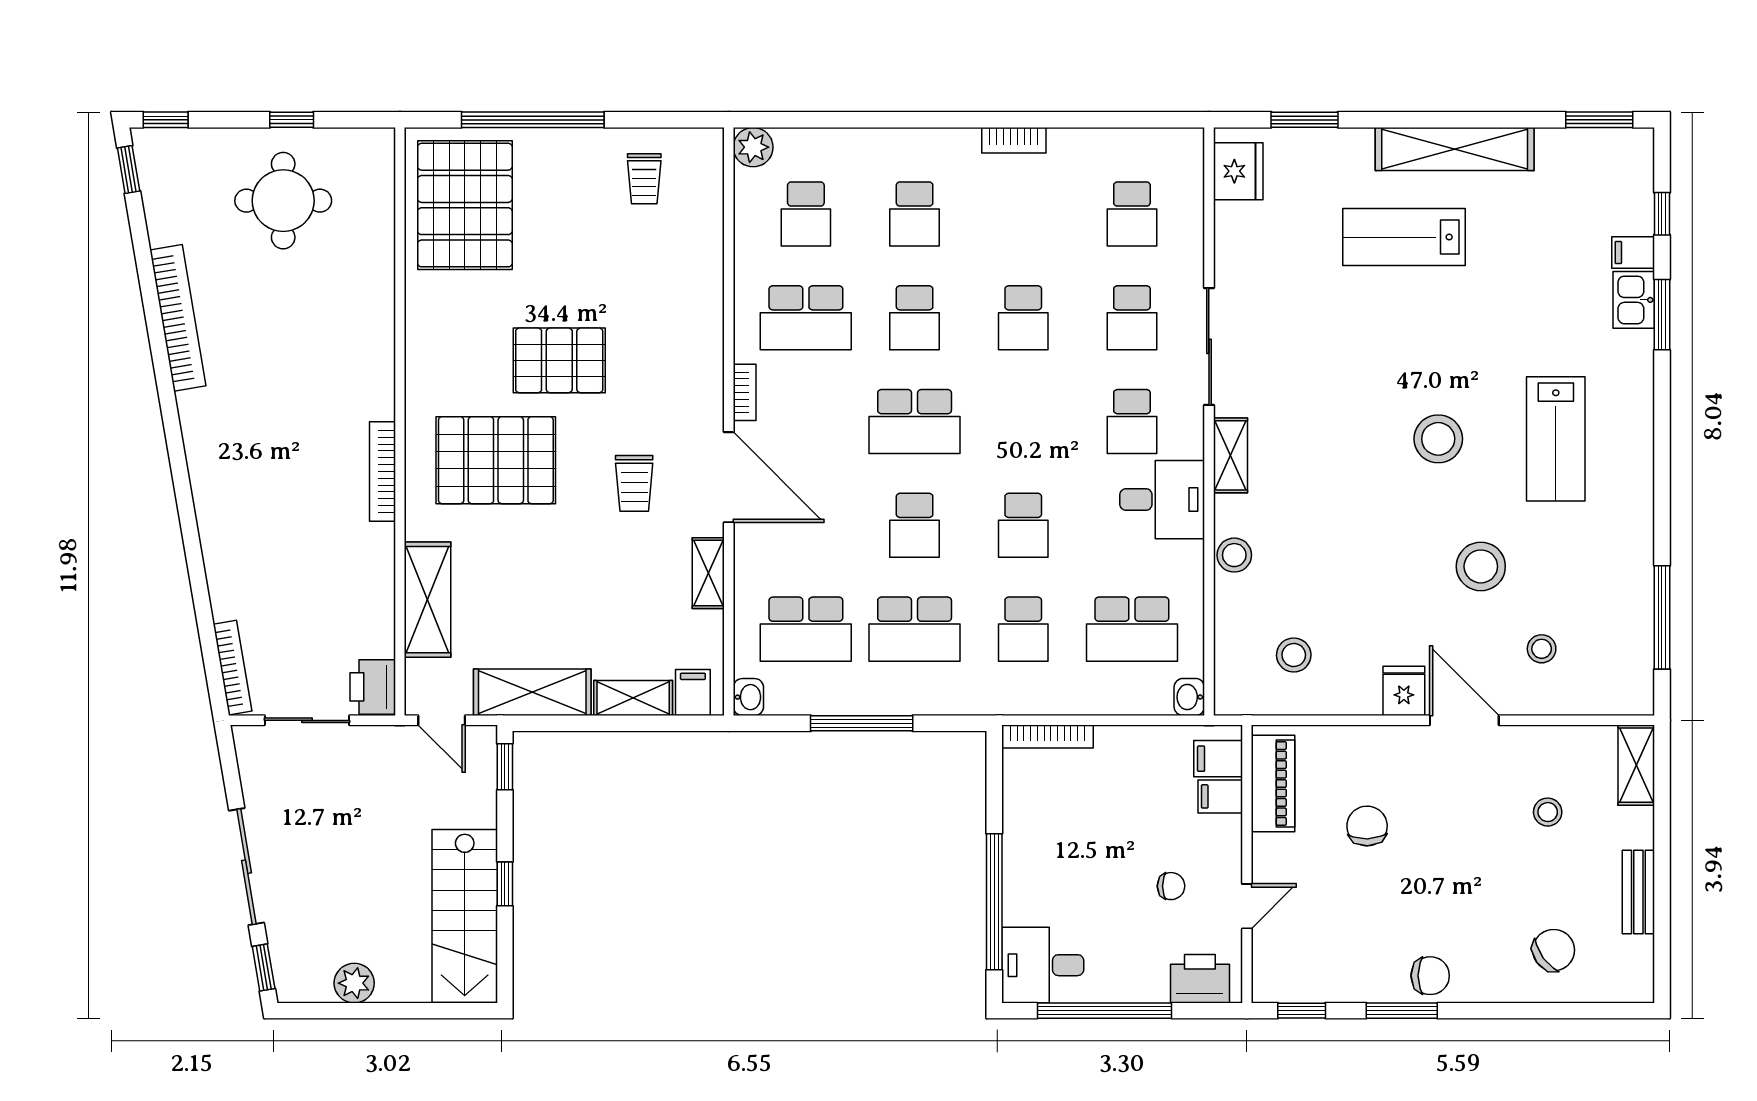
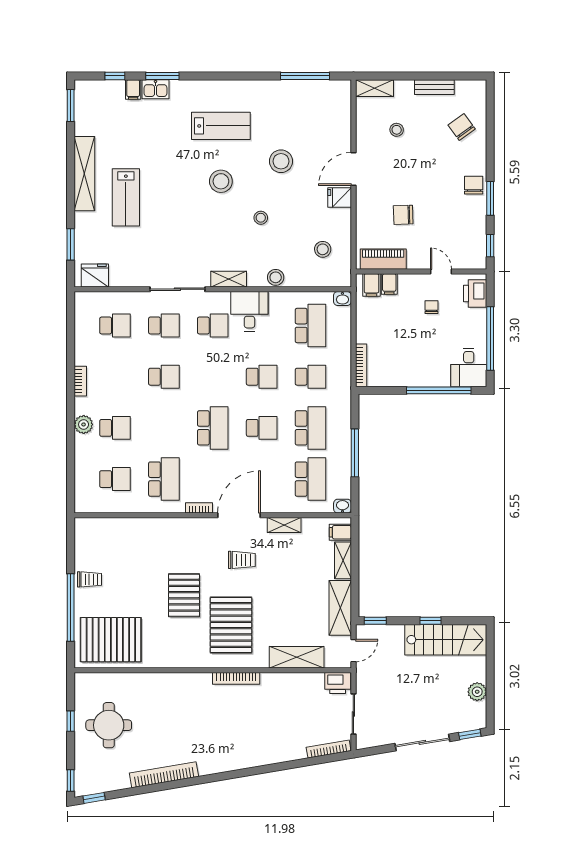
plant: (753, 147) -> (84, 424), moved
trolley: (644, 179) -> (90, 579), moved
school desk: (915, 318) -> (164, 428), removed
stool: (1542, 649) -> (261, 218), moved

